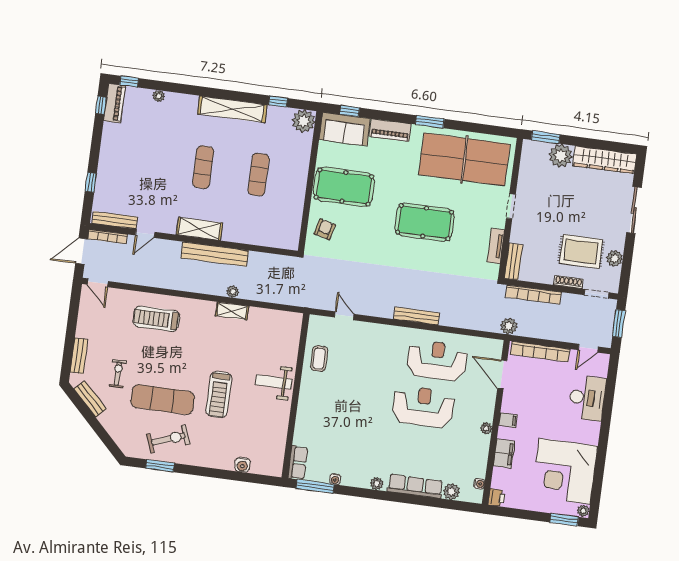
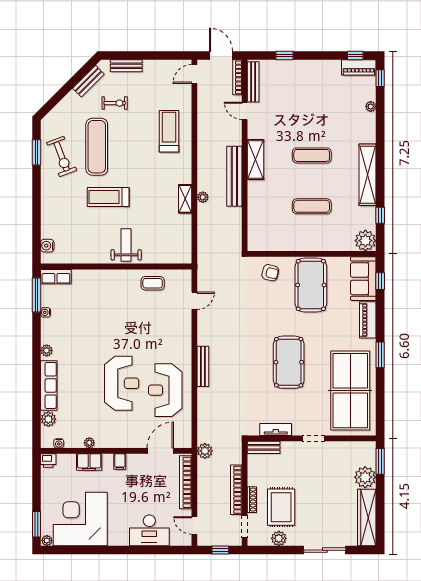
bookcase: (533, 295) -> (236, 490), moved
window: (619, 324) -> (220, 550), width x0.67
reception desk: (437, 360) -> (165, 390), turned 180
plant: (486, 428) -> (89, 443), moved
water cooler: (242, 465) -> (47, 246), moved

